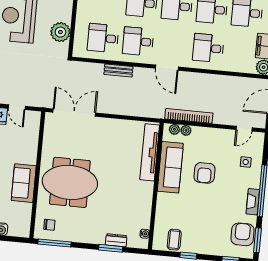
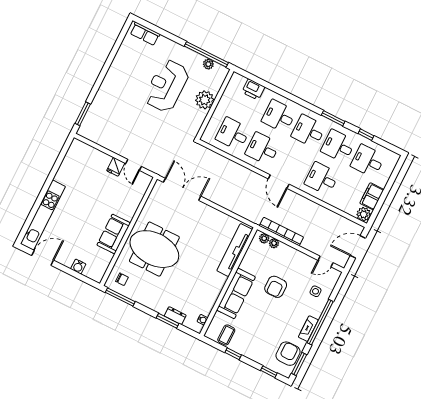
plant: (60, 32) -> (205, 100), moved
bench: (118, 70) -> (235, 168), removed
sofa: (170, 167) -> (236, 293), moved

